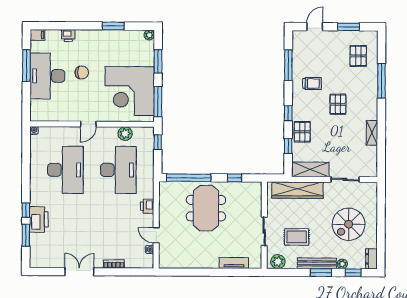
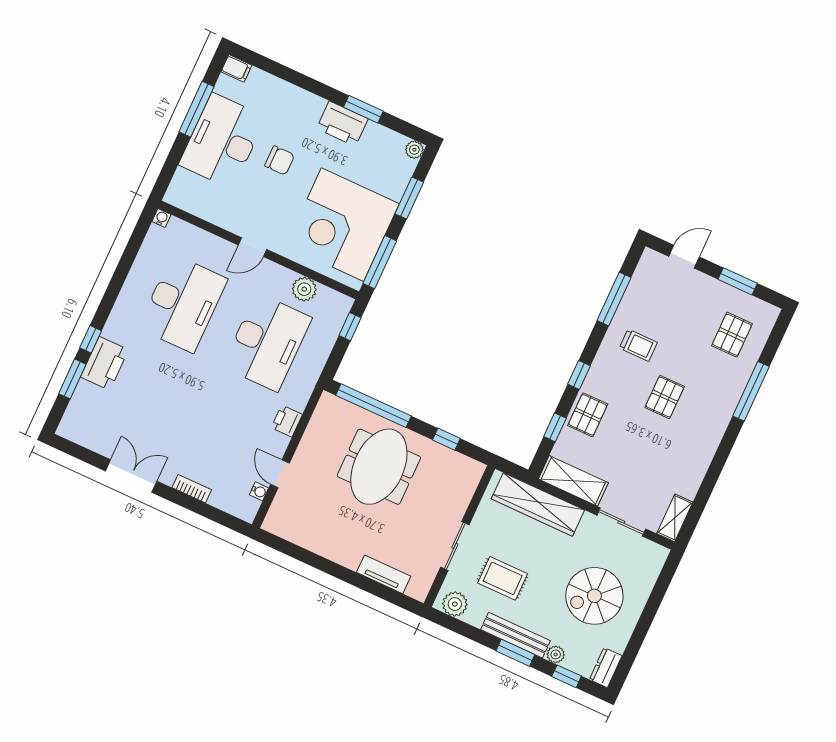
printer: (68, 36) -> (342, 124), moved, width x1.87, depth x1.48
shelving: (372, 133) -> (675, 518), moved

